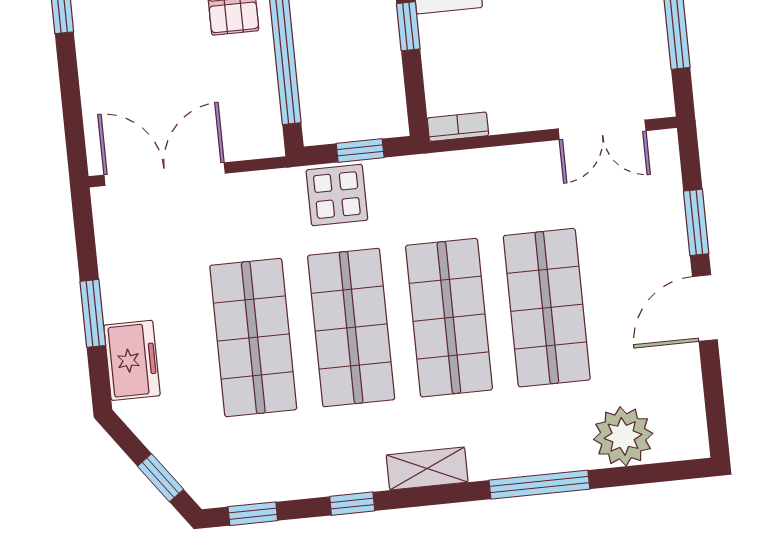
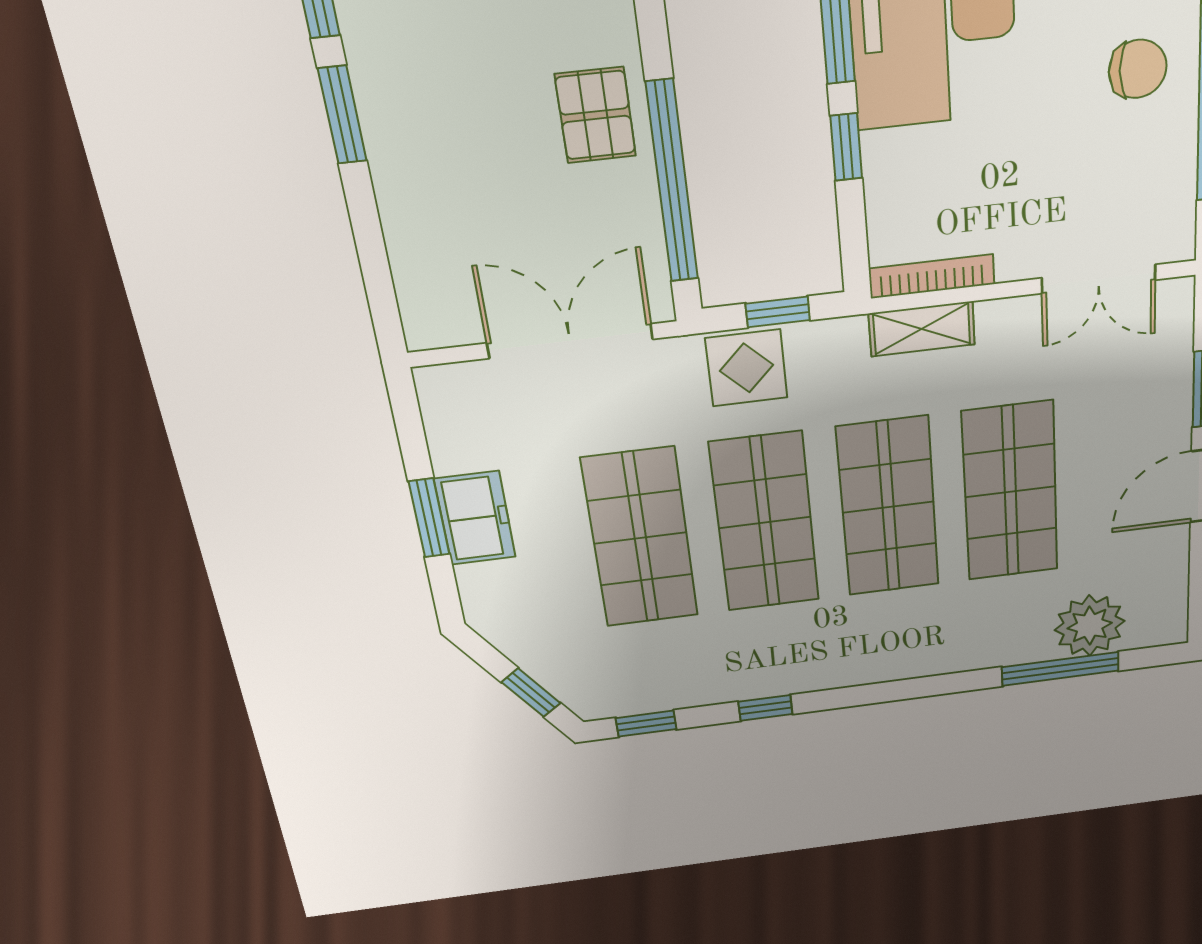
bookcase: (458, 127) -> (932, 276), width x1.56
double door: (165, 174) -> (570, 341), moved
freezer: (132, 360) -> (475, 518), moved
shelving: (427, 469) -> (922, 329), moved
window: (539, 485) -> (1060, 669), moved

